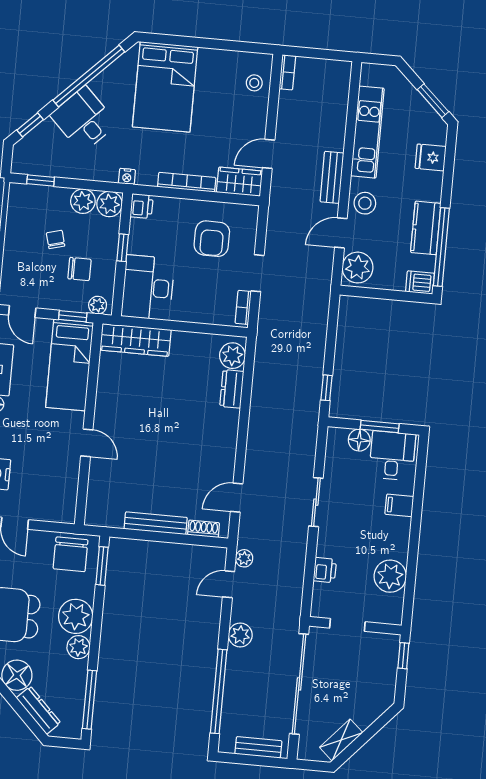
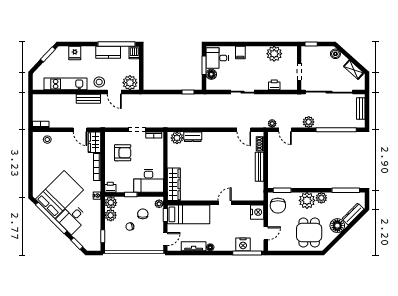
bed: (165, 87) -> (59, 194), moved, turned -45
nightstand: (61, 509) -> (257, 212), added
chair: (71, 554) -> (278, 206), turned 90
boiler: (378, 705) -> (335, 54), added

